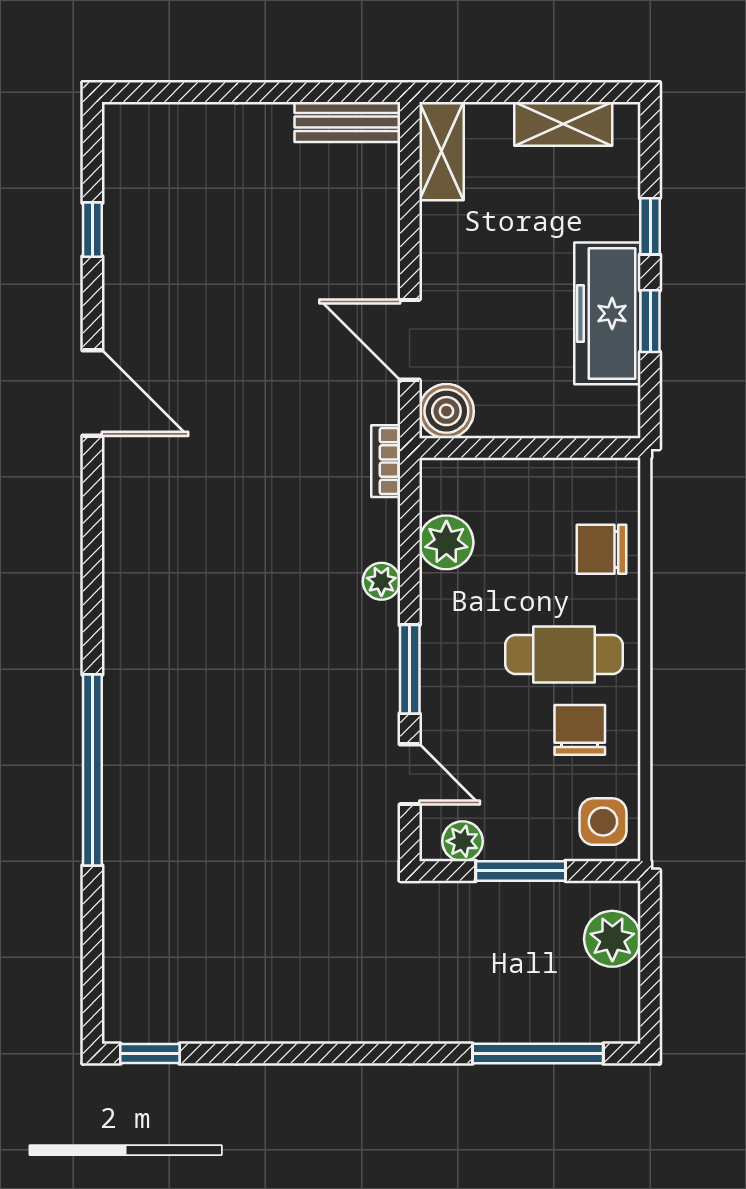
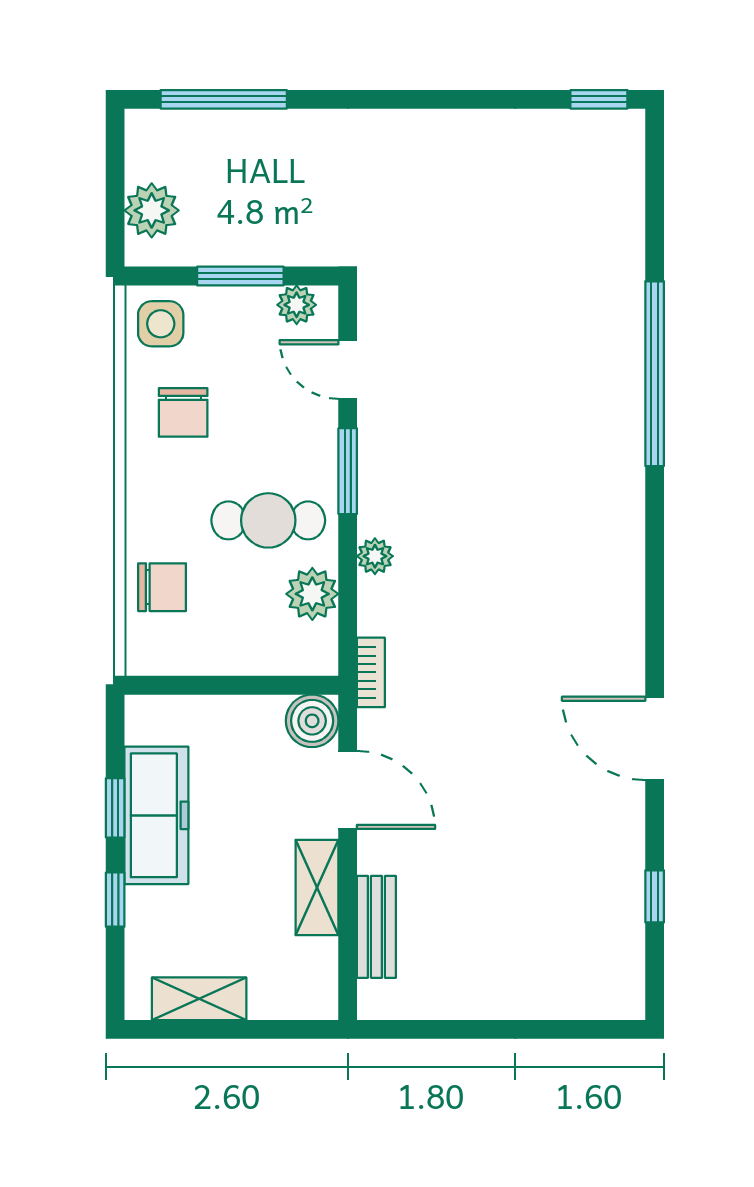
bench: (347, 122) -> (376, 927), moved, turned 90
shelving: (441, 151) -> (317, 887), moved
cafe table: (564, 654) -> (268, 520), moved

